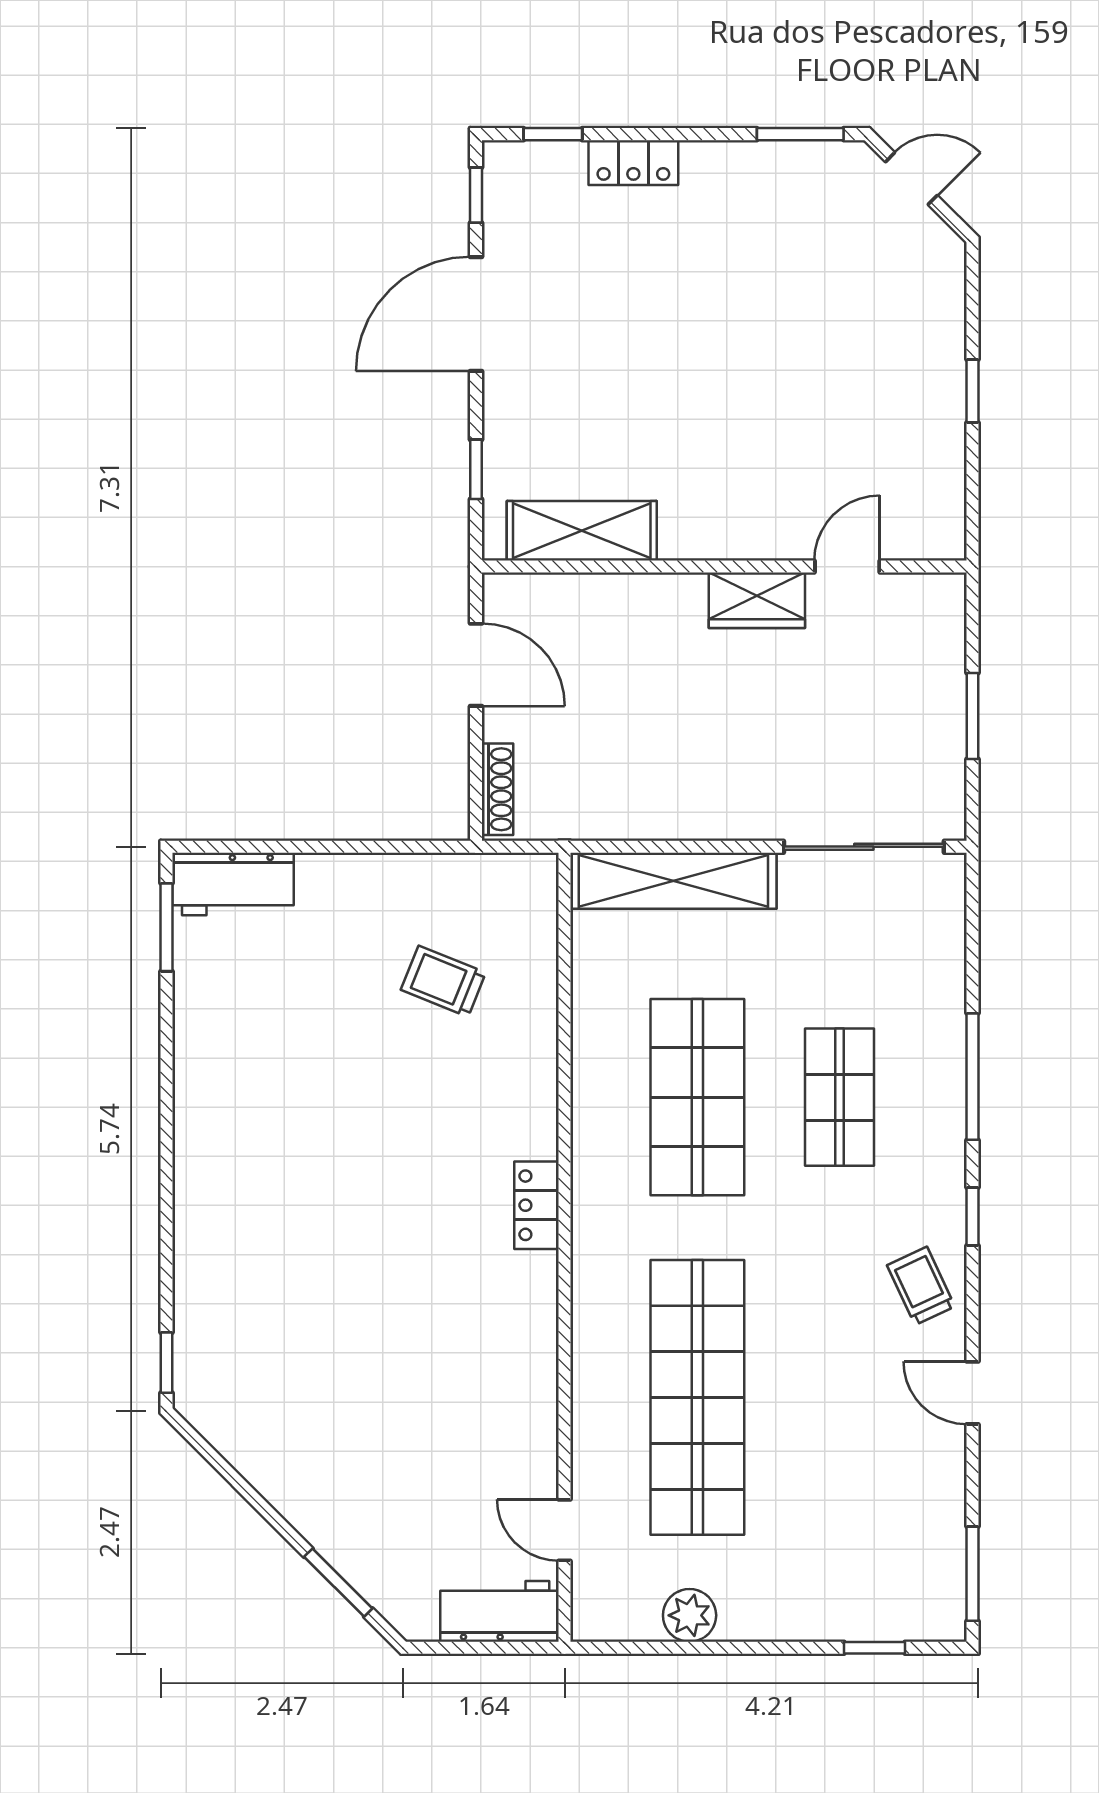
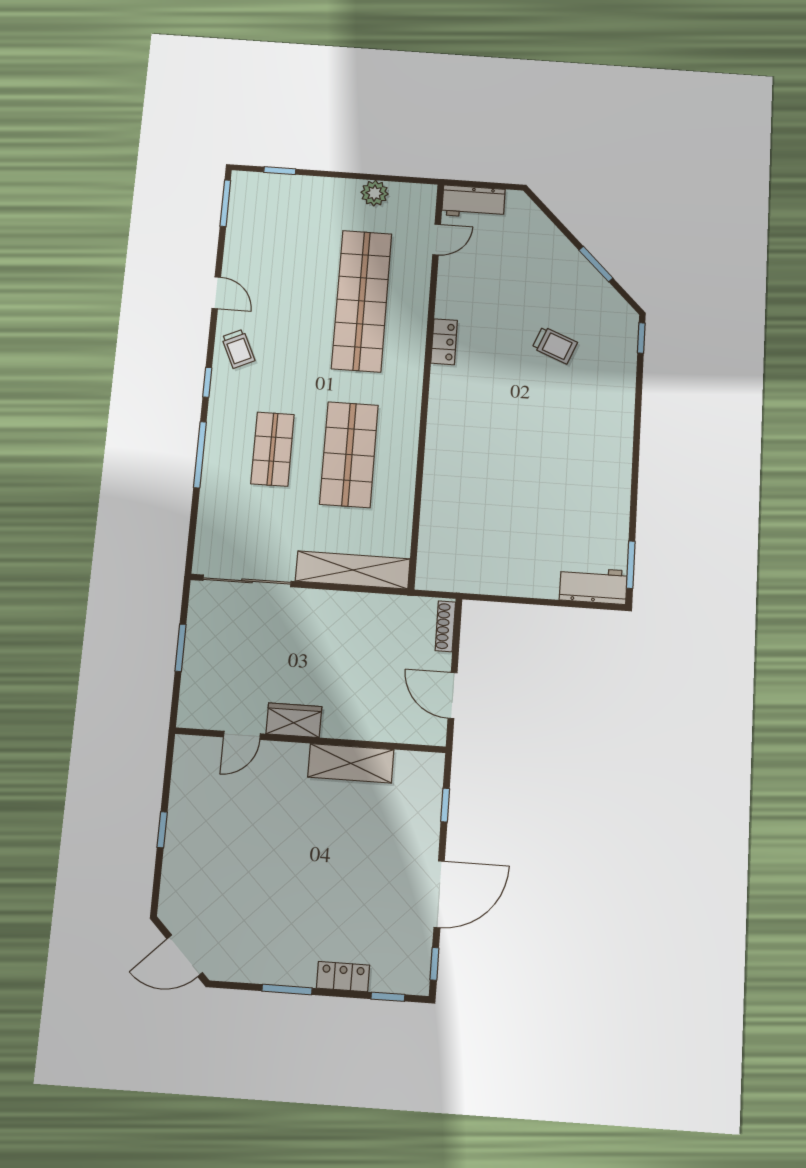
window: (800, 134) -> (287, 990), moved
door: (911, 179) -> (185, 956), width x1.38
shelving: (582, 531) -> (351, 763), moved
trolley: (443, 981) -> (555, 345), moved
locker: (536, 1205) -> (444, 342), moved
door: (565, 1530) -> (437, 240), hinge flipped
window: (338, 1583) -> (596, 264), moved

